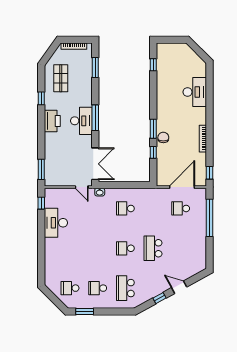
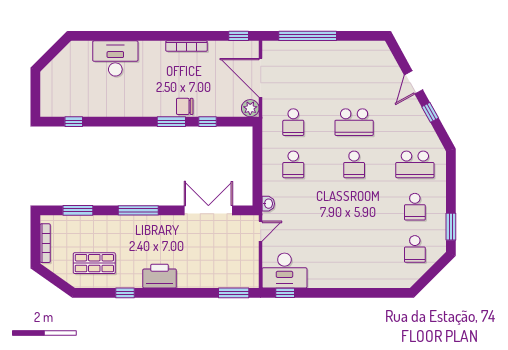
window: (95, 118) -> (138, 210), moved
desk: (81, 121) -> (159, 232), removed
double door: (95, 164) -> (208, 210), moved
plant: (162, 180) -> (250, 108), added
school desk: (181, 208) -> (293, 122), moved
desk: (56, 223) -> (284, 271), moved

